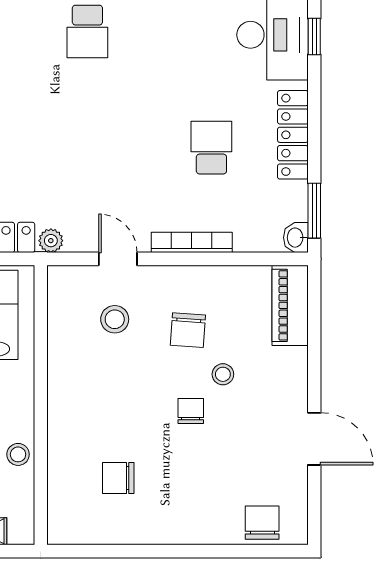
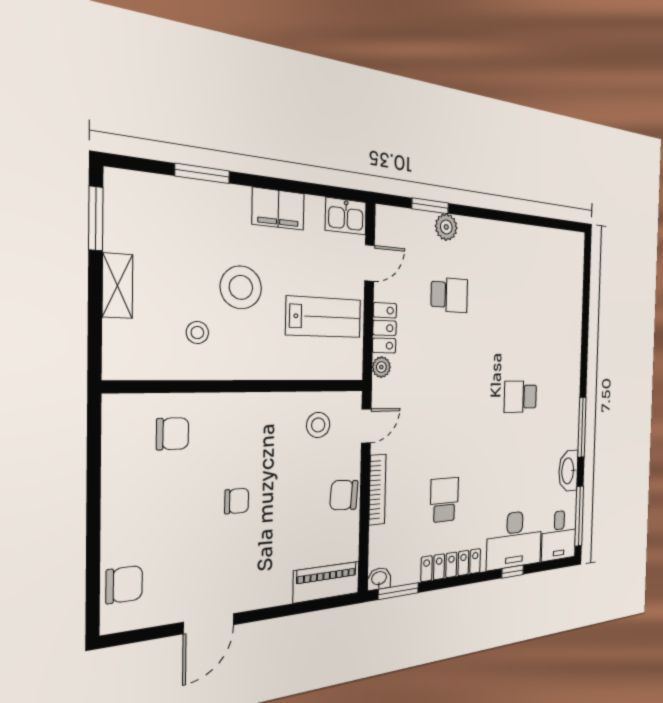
school desk: (211, 148) -> (444, 500), turned -90
chair: (188, 330) -> (344, 495), moved
stool: (223, 374) -> (269, 528), removed
wall: (41, 405) -> (244, 386), moved
chair: (118, 478) -> (173, 434), turned 90

